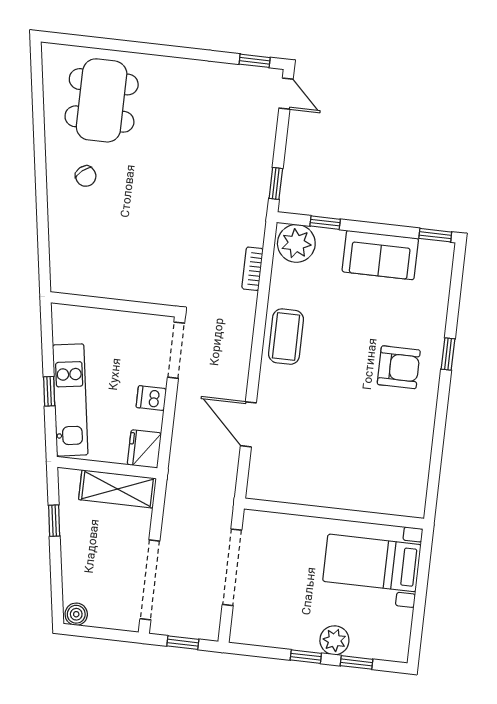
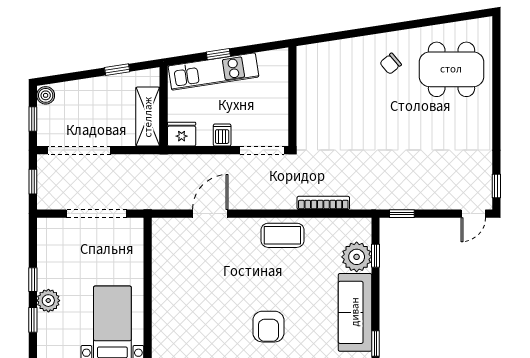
plant: (296, 243) -> (357, 257), moved
sofa: (380, 255) -> (355, 312), width x1.36
bookcase: (252, 269) -> (323, 203), width x1.56
window: (104, 634) -> (33, 119), added

